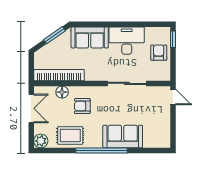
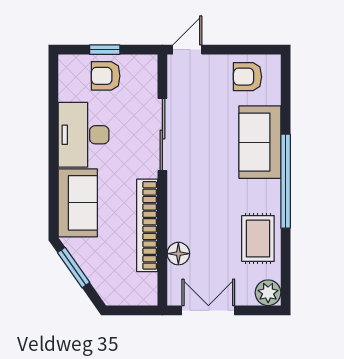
window: (173, 39) -> (105, 50), moved
bookcase: (59, 75) -> (147, 225), moved
armchair: (82, 106) -> (248, 77), moved, turned 90

